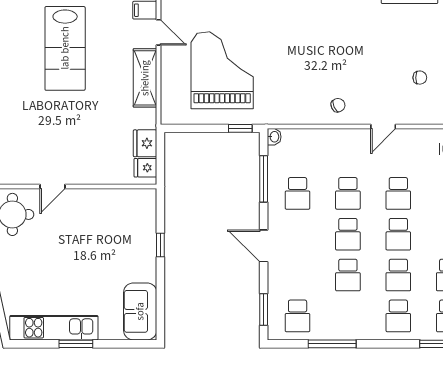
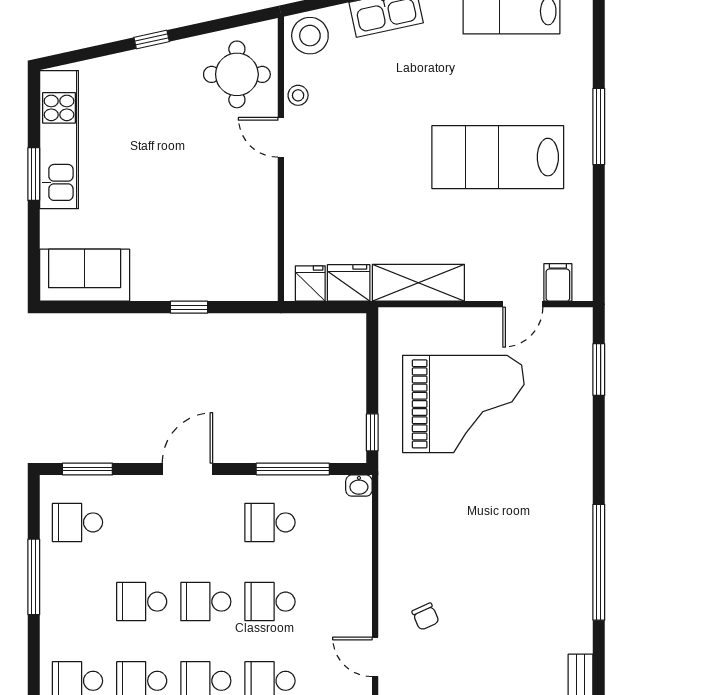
shelving: (145, 78) -> (418, 283), moved
chair: (338, 105) -> (425, 617), moved
stool: (26, 176) -> (298, 95), added

